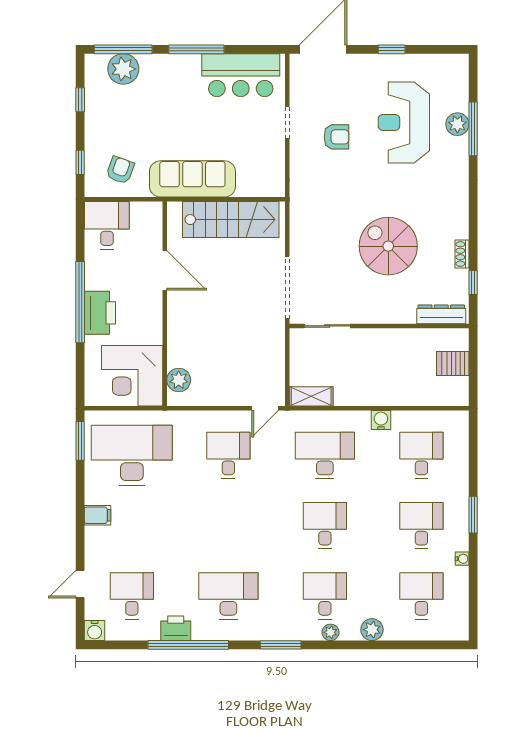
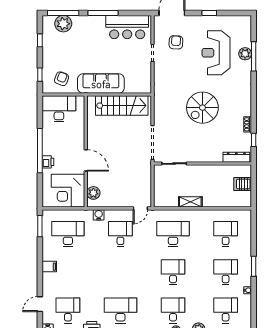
armchair: (336, 137) -> (176, 42), moved, turned -87
desk: (107, 225) -> (59, 109), width x1.37
spiral stairs: (388, 246) -> (202, 108), moved, turned -90
door: (165, 270) -> (86, 160), moved
printer: (100, 313) -> (48, 162), width x0.53, depth x0.68
shelving: (311, 396) -> (190, 202), moved
water cooler: (381, 420) -> (99, 215), moved
desk: (132, 455) -> (68, 234), width x0.73, depth x0.77

